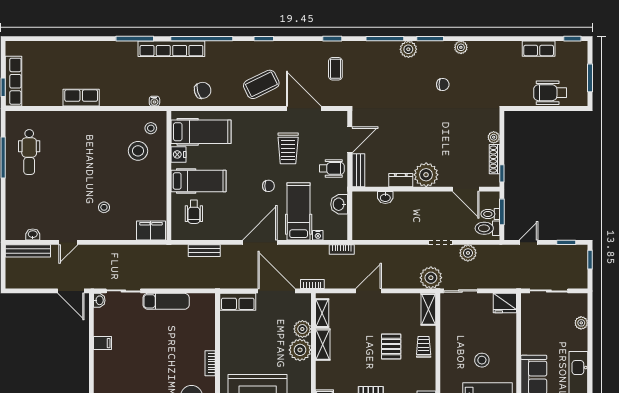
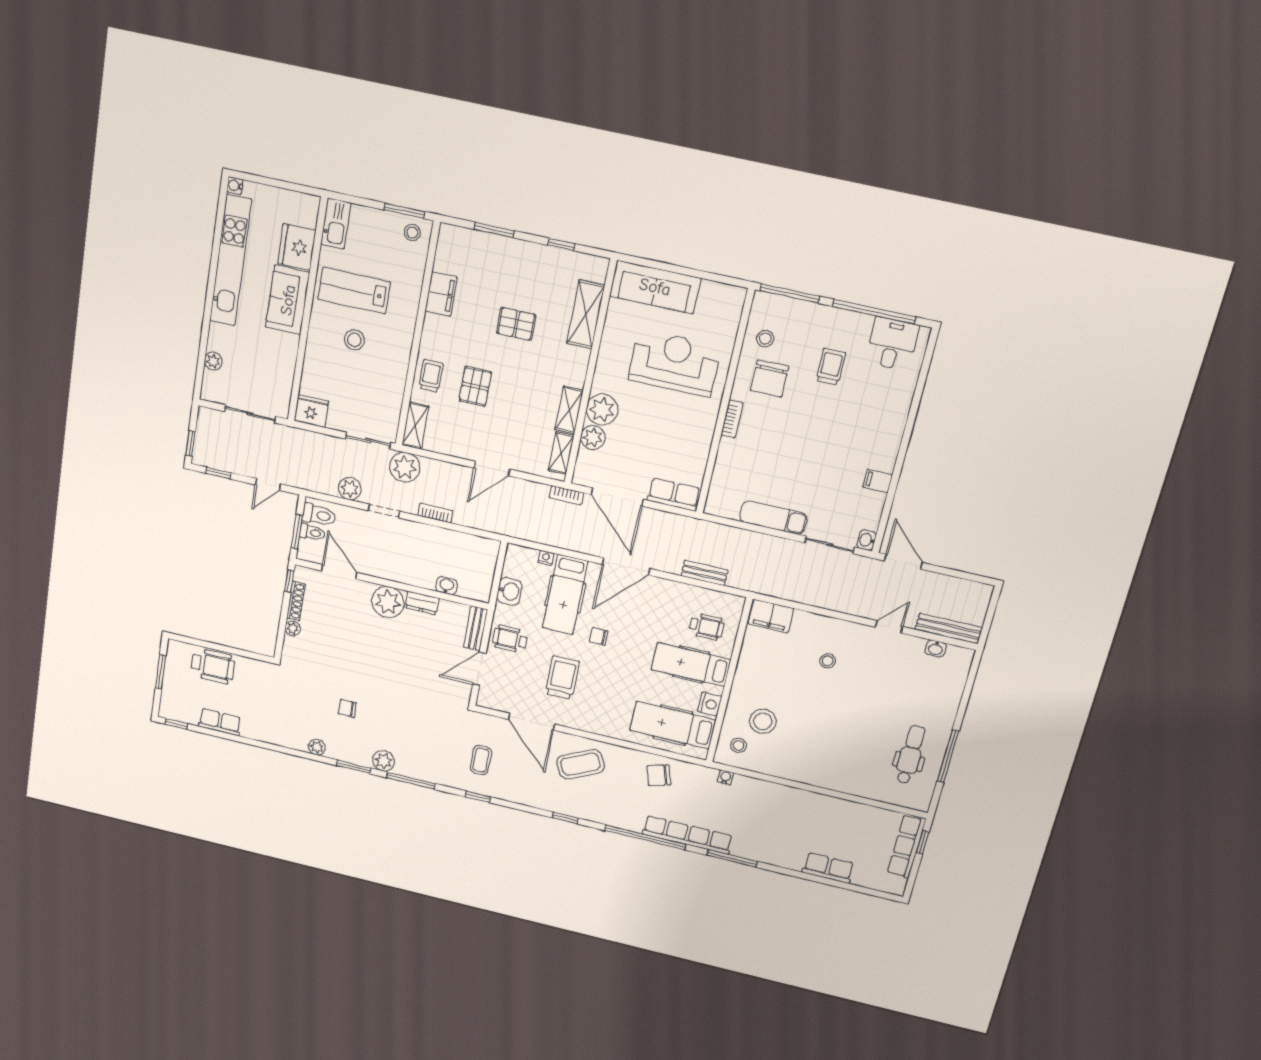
row of seats: (81, 98) -> (828, 868), moved, turned 180
wheelchair: (194, 212) -> (706, 627), turned 90
bookcase: (342, 250) -> (435, 513), moved
trolley: (424, 347) -> (431, 376), turned 180

